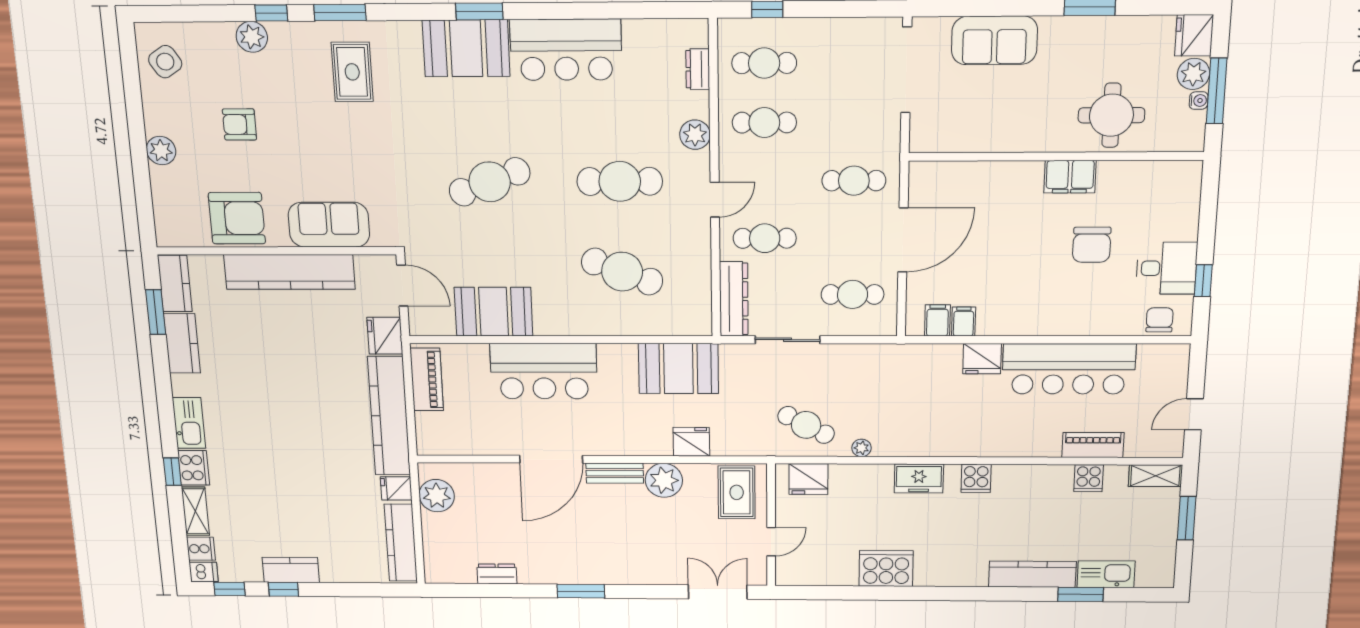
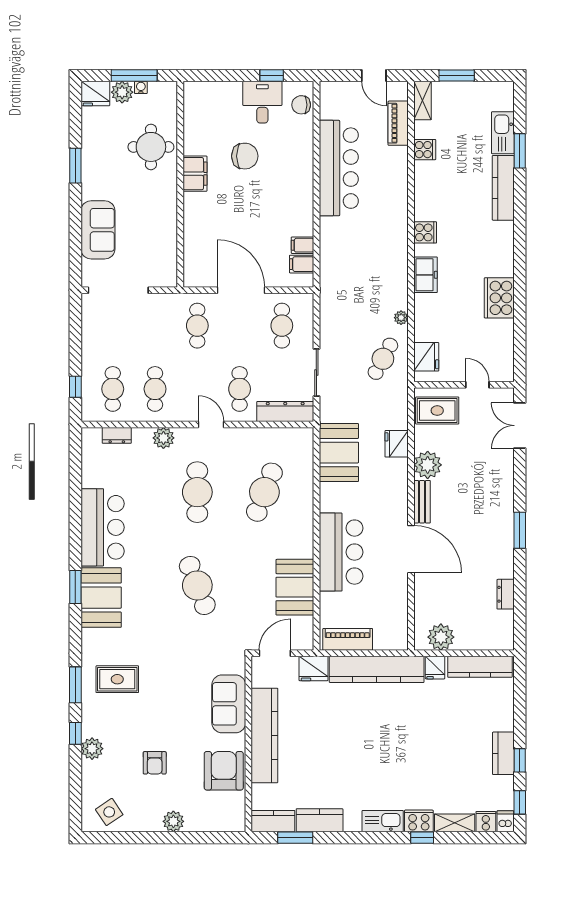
fridge: (982, 359) -> (331, 231), removed
piano: (1093, 445) -> (398, 123), moved

